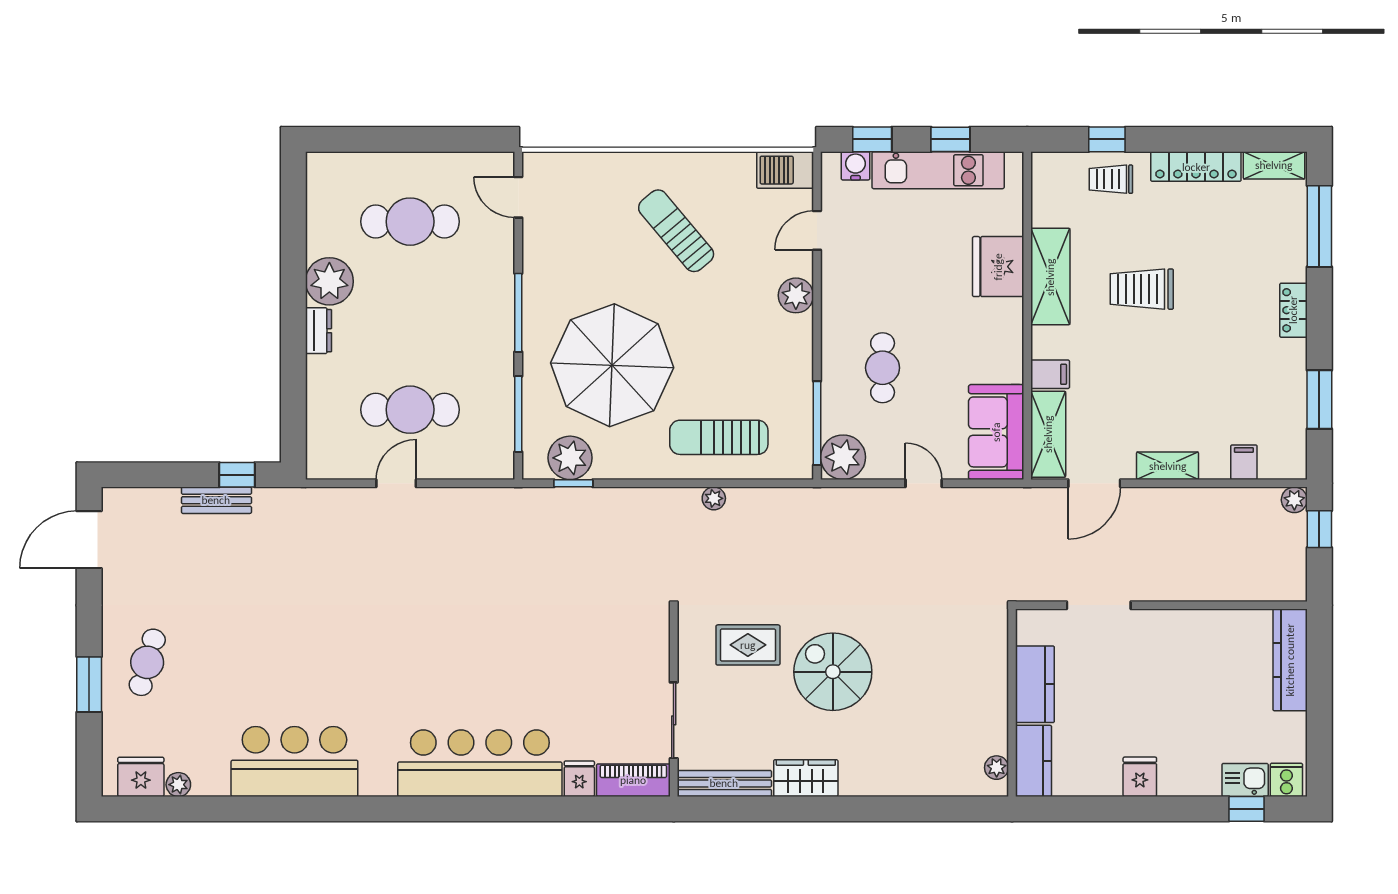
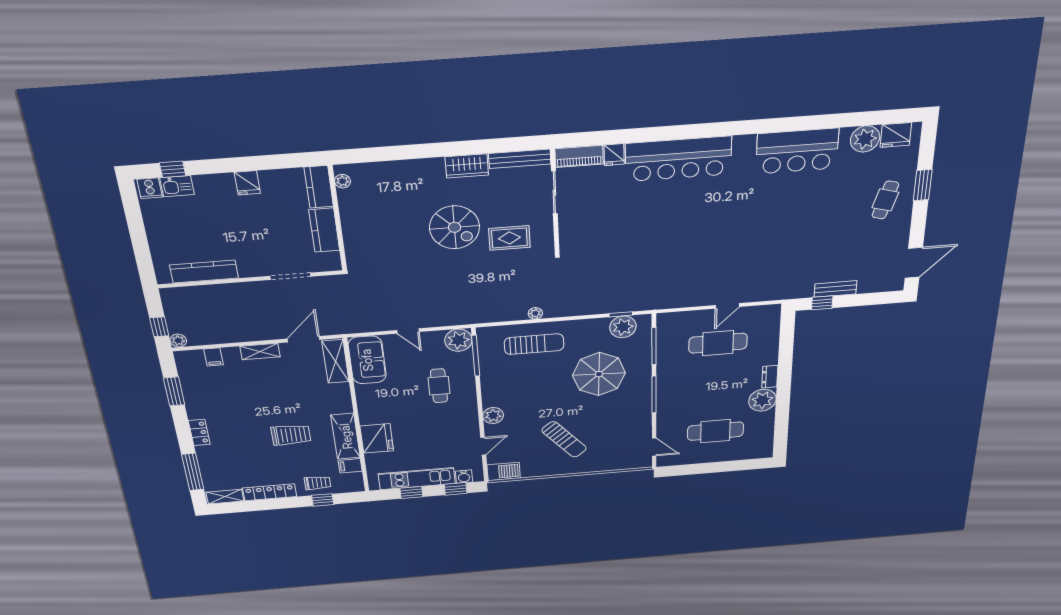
parasol: (612, 365) -> (599, 374), width x0.73, depth x0.73
filing cabinet: (1050, 374) -> (350, 466), moved
kitchen counter: (1290, 660) -> (204, 272), moved, turned -90
plant: (178, 785) -> (865, 139), width x1.87, depth x1.87

